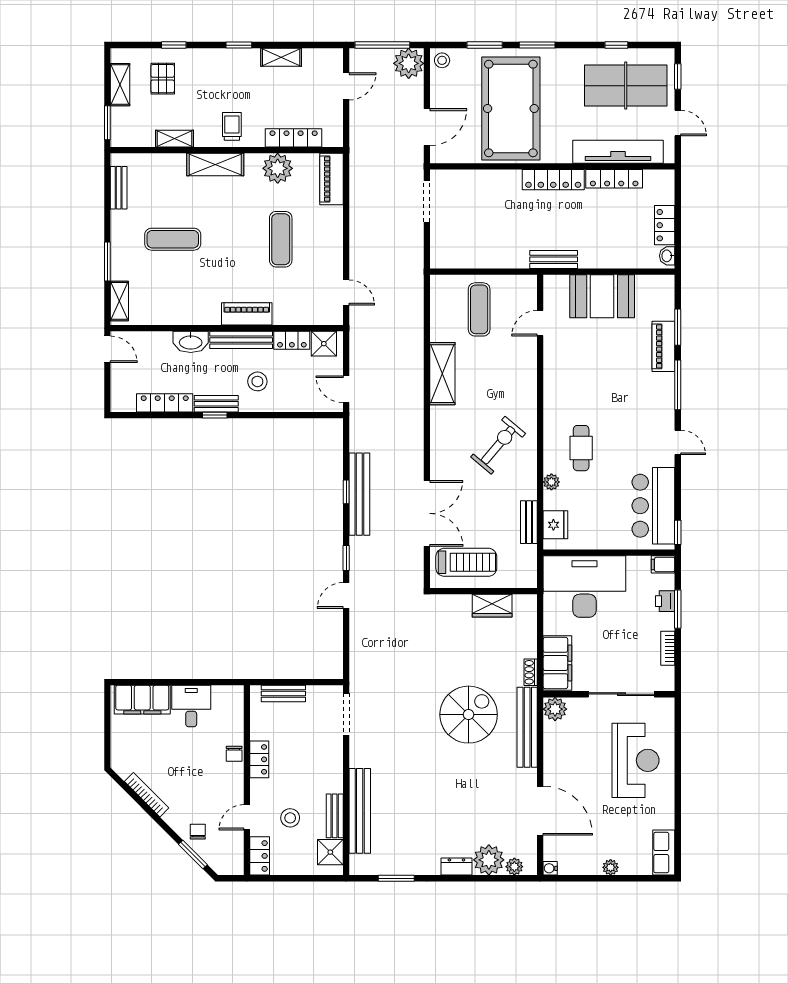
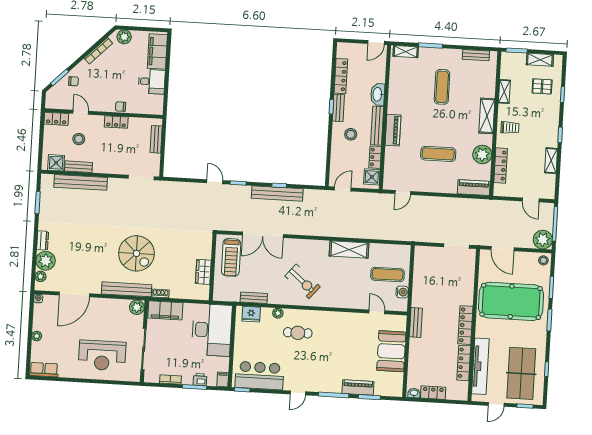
water cooler: (506, 284) -> (402, 292), added
plant: (122, 755) -> (124, 37), added

